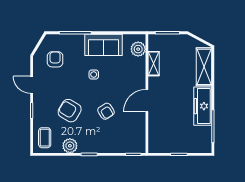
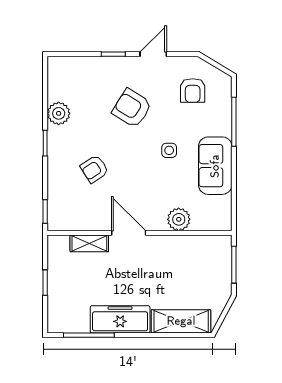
plant: (138, 49) -> (179, 219), moved
armchair: (55, 59) -> (193, 90), turned 90
shelving: (154, 64) -> (89, 243), moved
armchair: (70, 111) -> (132, 108), moved, turned -89
armchair: (106, 111) -> (94, 169), moved
coffee table: (45, 138) -> (71, 74), removed

